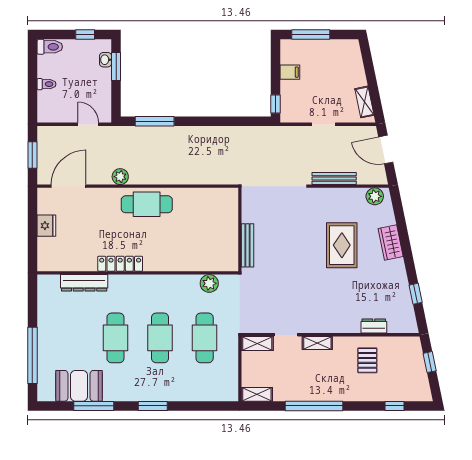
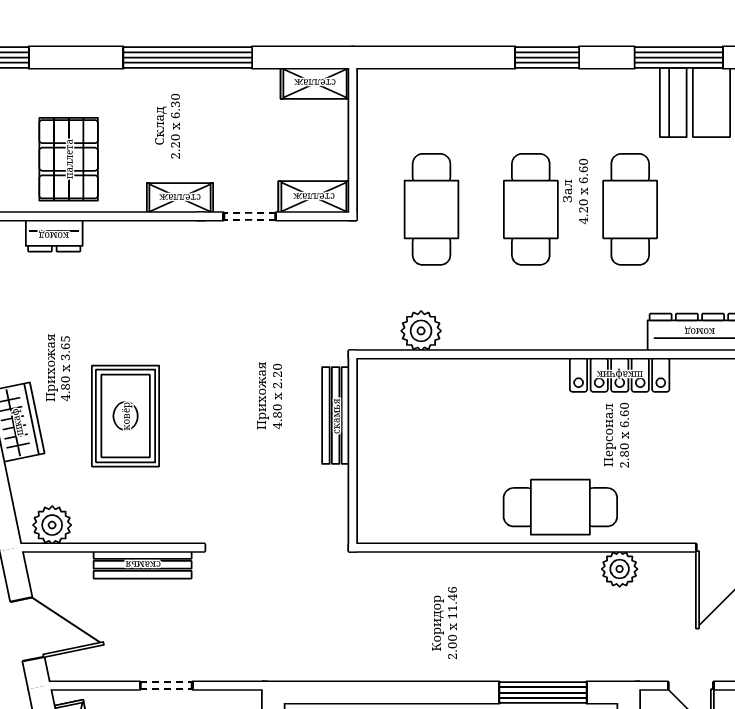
pallet: (367, 360) -> (69, 159), width x1.50, depth x1.42

